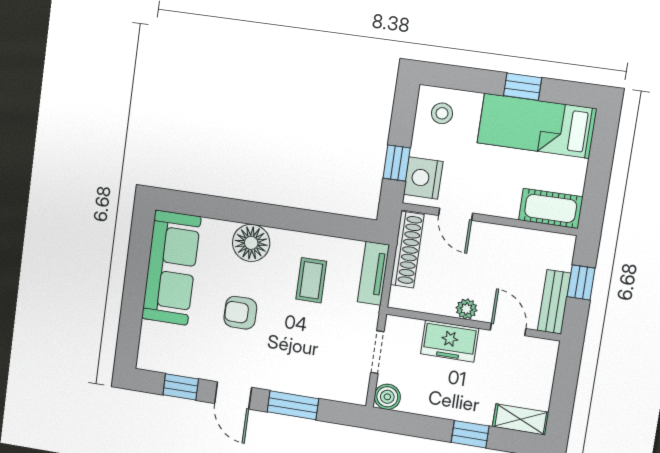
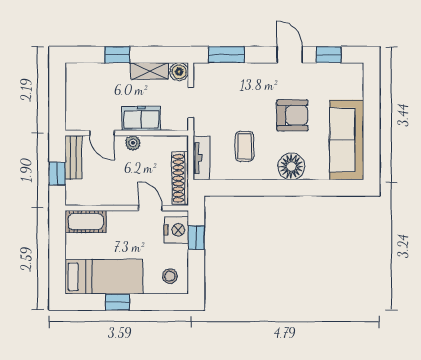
armchair: (240, 313) -> (292, 115), width x1.38, depth x1.38
window: (293, 405) -> (226, 55), moved
shelving: (521, 419) -> (150, 71), moved

